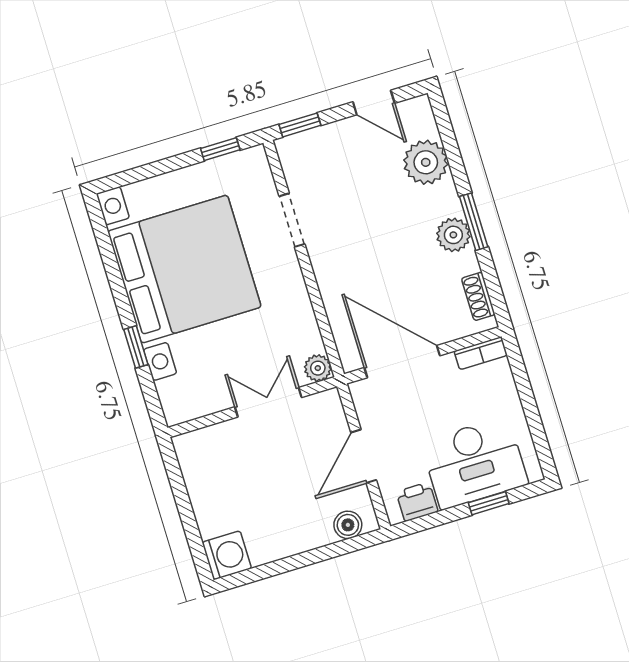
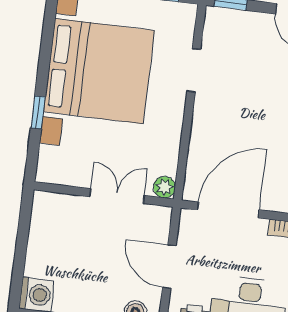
door: (402, 362) -> (228, 210), hinge flipped
door: (364, 456) -> (169, 267), hinge flipped

